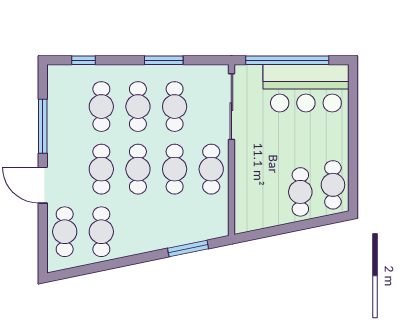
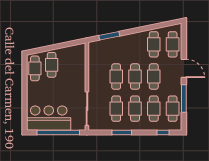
cafe table: (211, 169) -> (173, 109), moved

